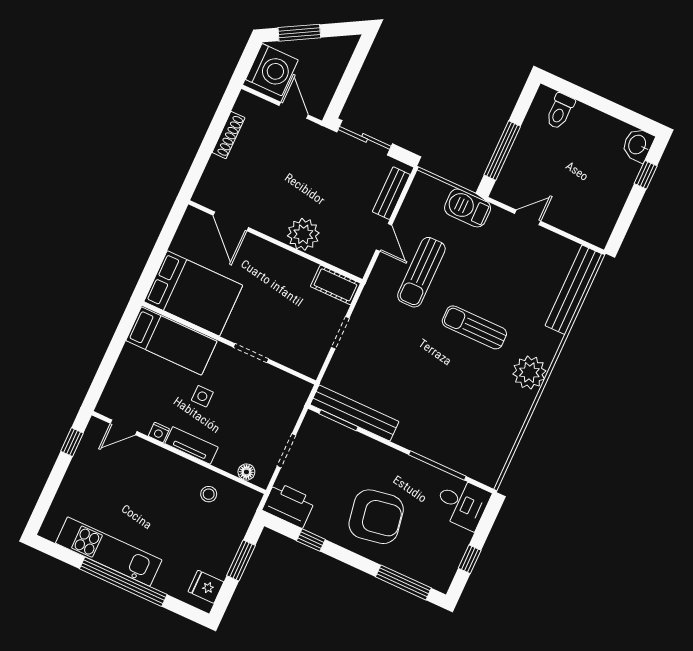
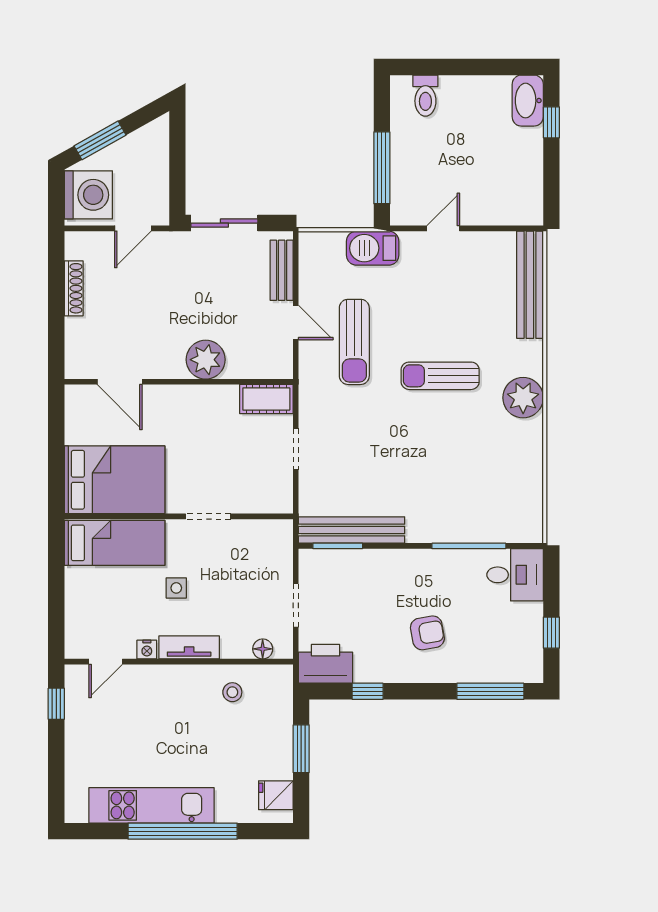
door: (294, 110) -> (133, 228), swing flipped
washbasin: (638, 145) -> (528, 101), width x1.38
armchair: (376, 517) -> (427, 633), width x0.53, depth x0.53

